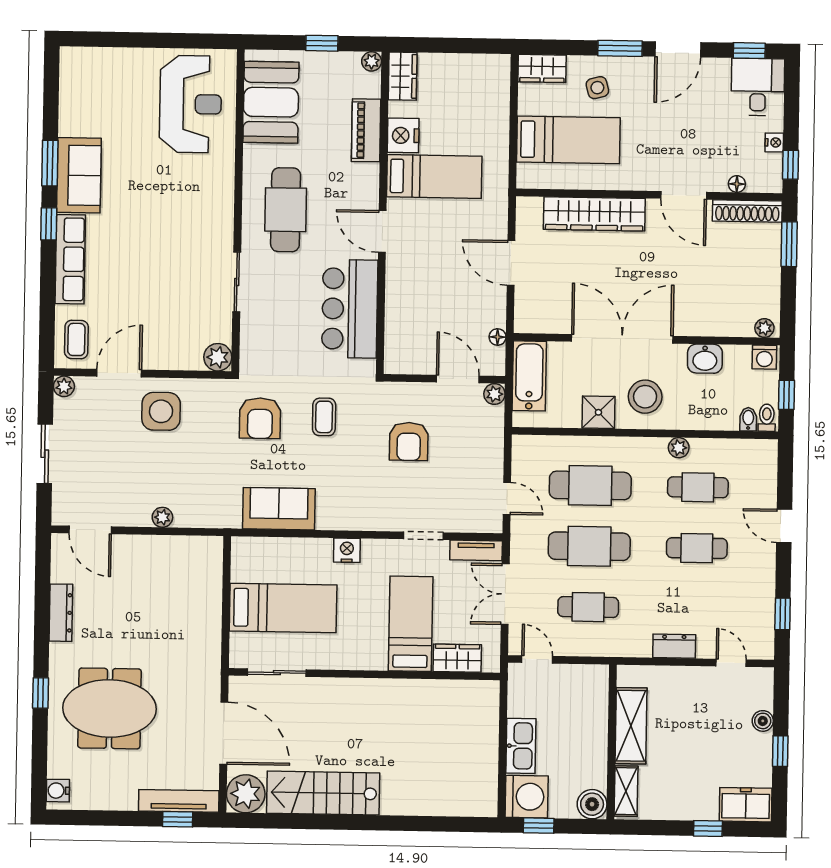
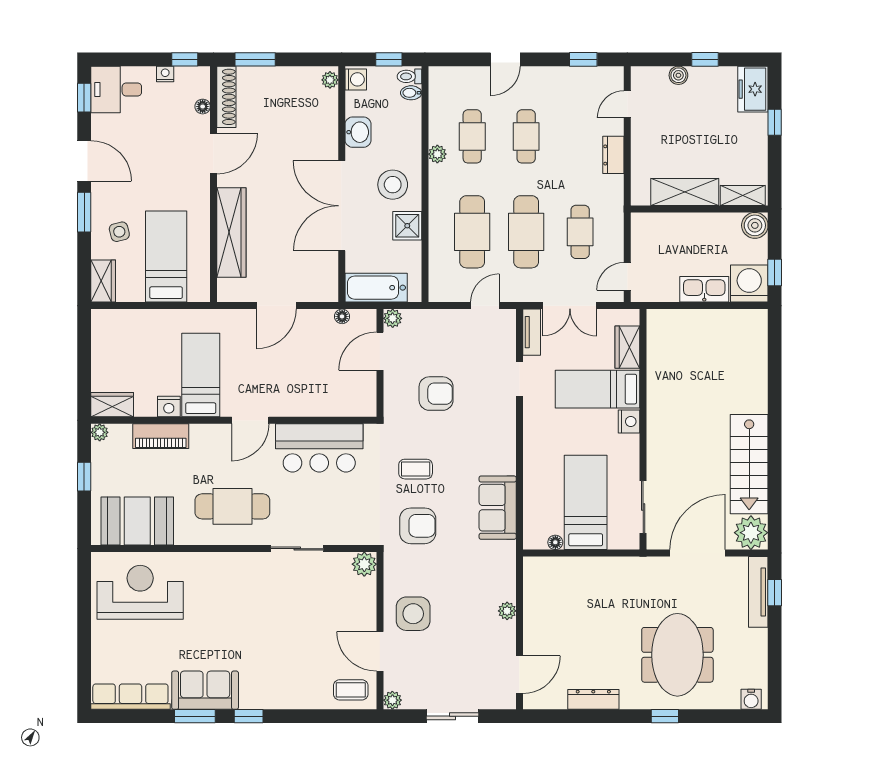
nightstand: (403, 135) -> (169, 407), width x0.74, depth x0.75
row of seats: (70, 259) -> (130, 697), moved
nightstand: (347, 550) -> (629, 421), moved, turned 180
floor lamp: (239, 573) -> (555, 542), added

